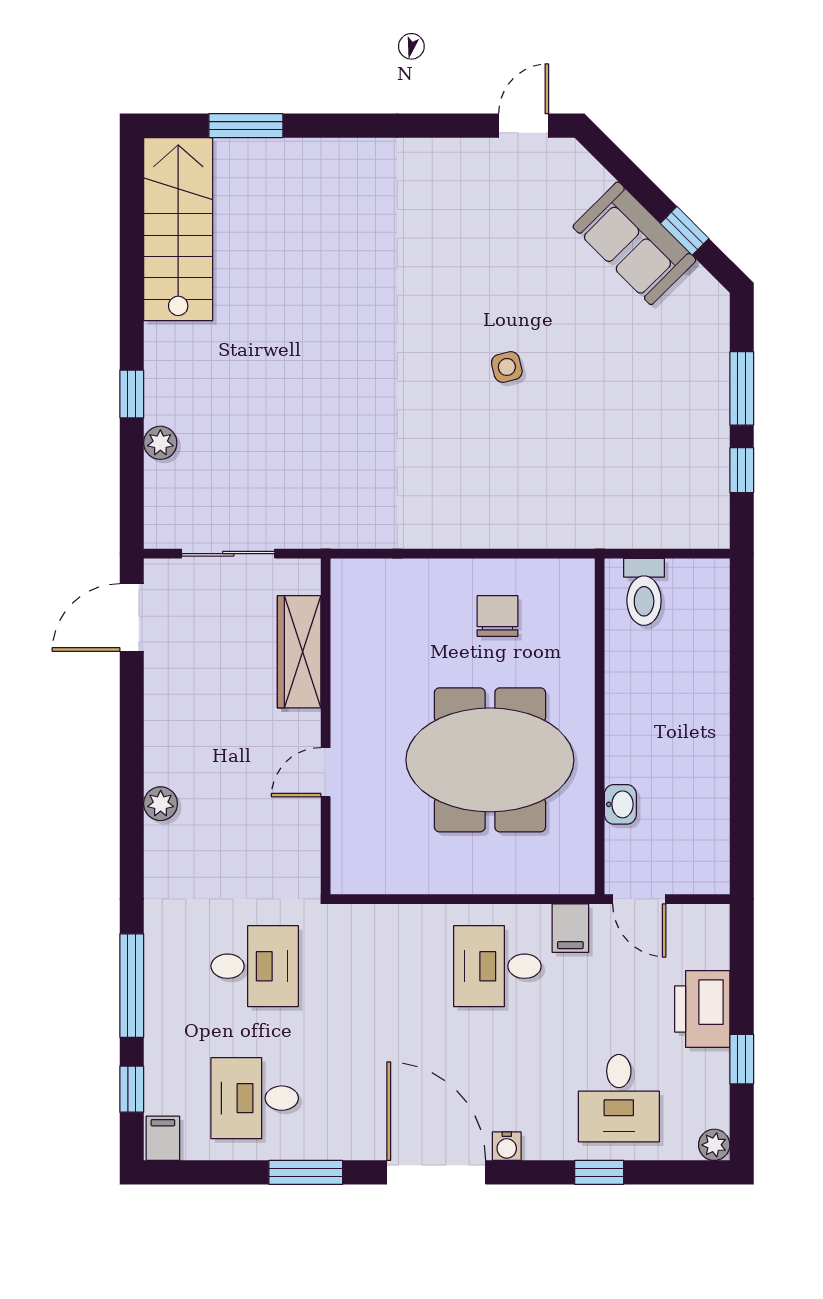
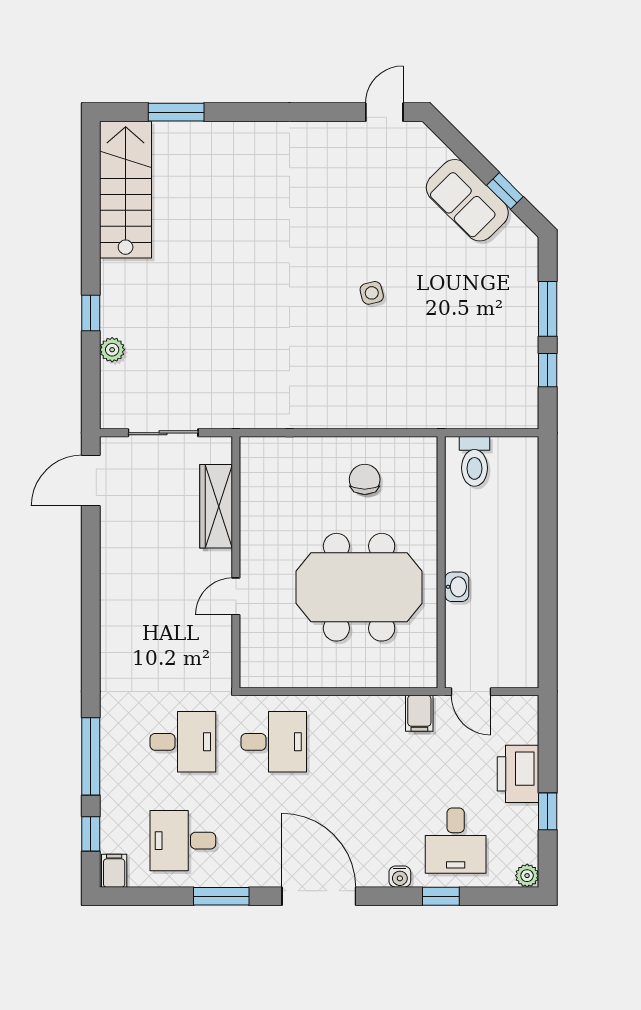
plant: (161, 804) -> (112, 620), removed
washbasin: (620, 804) -> (457, 587), moved
desk: (497, 966) -> (274, 742), moved, turned 180
water cooler: (507, 1146) -> (400, 877), moved

